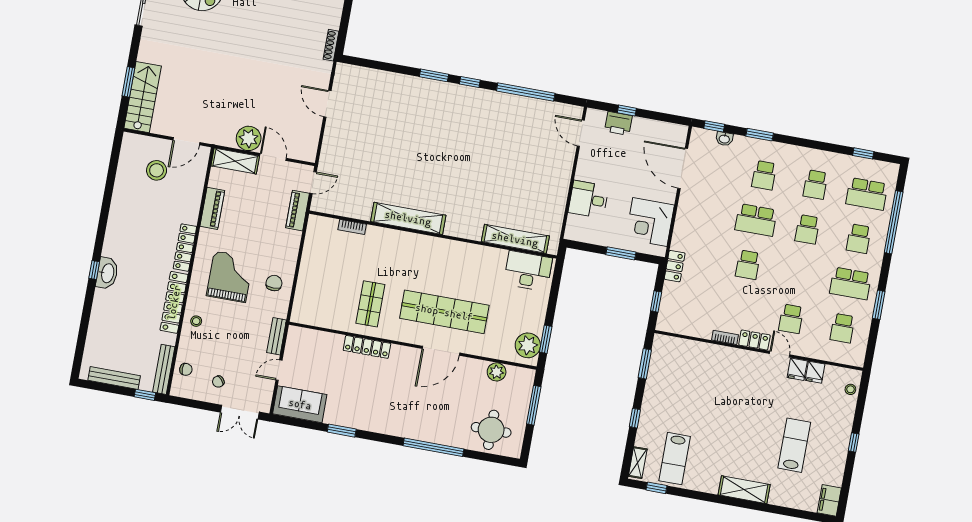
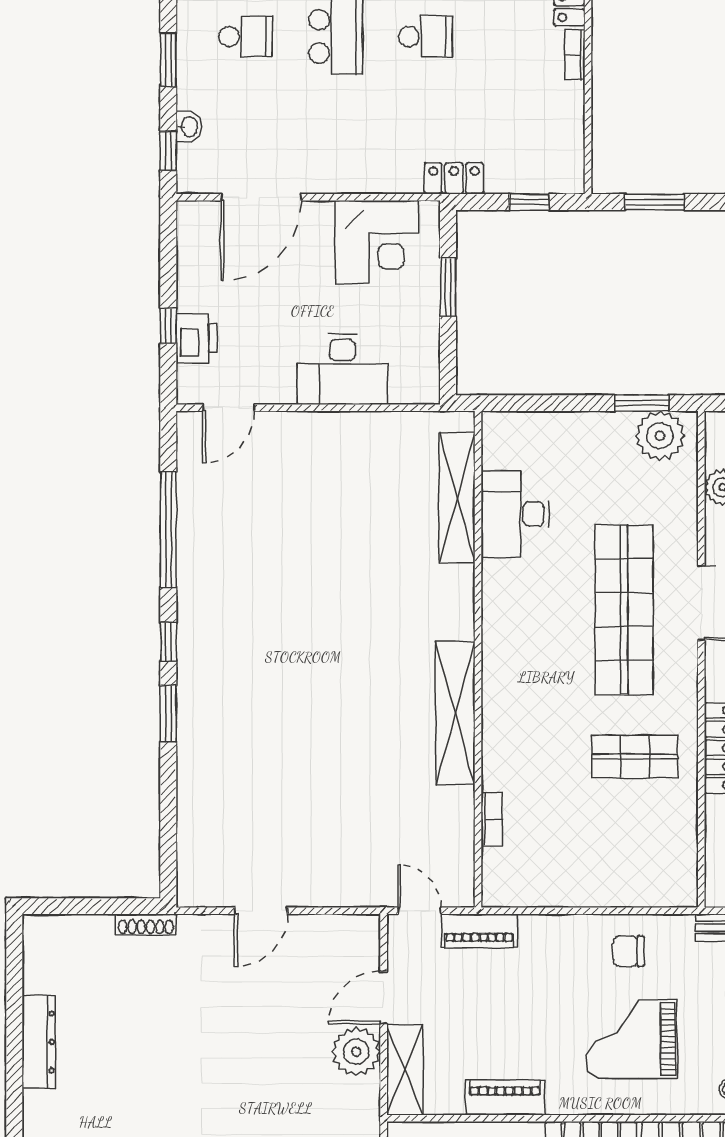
desk: (589, 199) -> (342, 369), width x1.37
desk: (528, 271) -> (515, 514), moved

